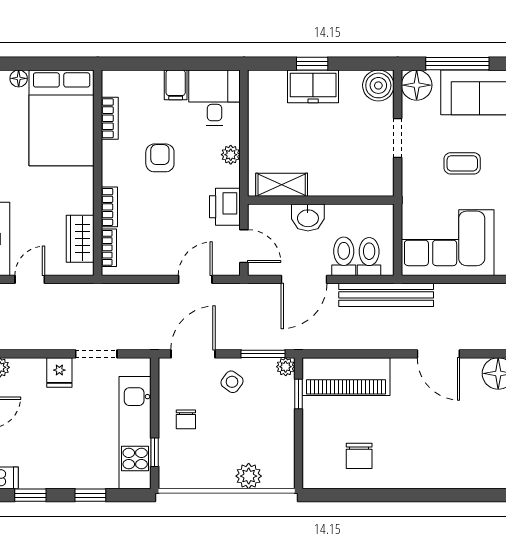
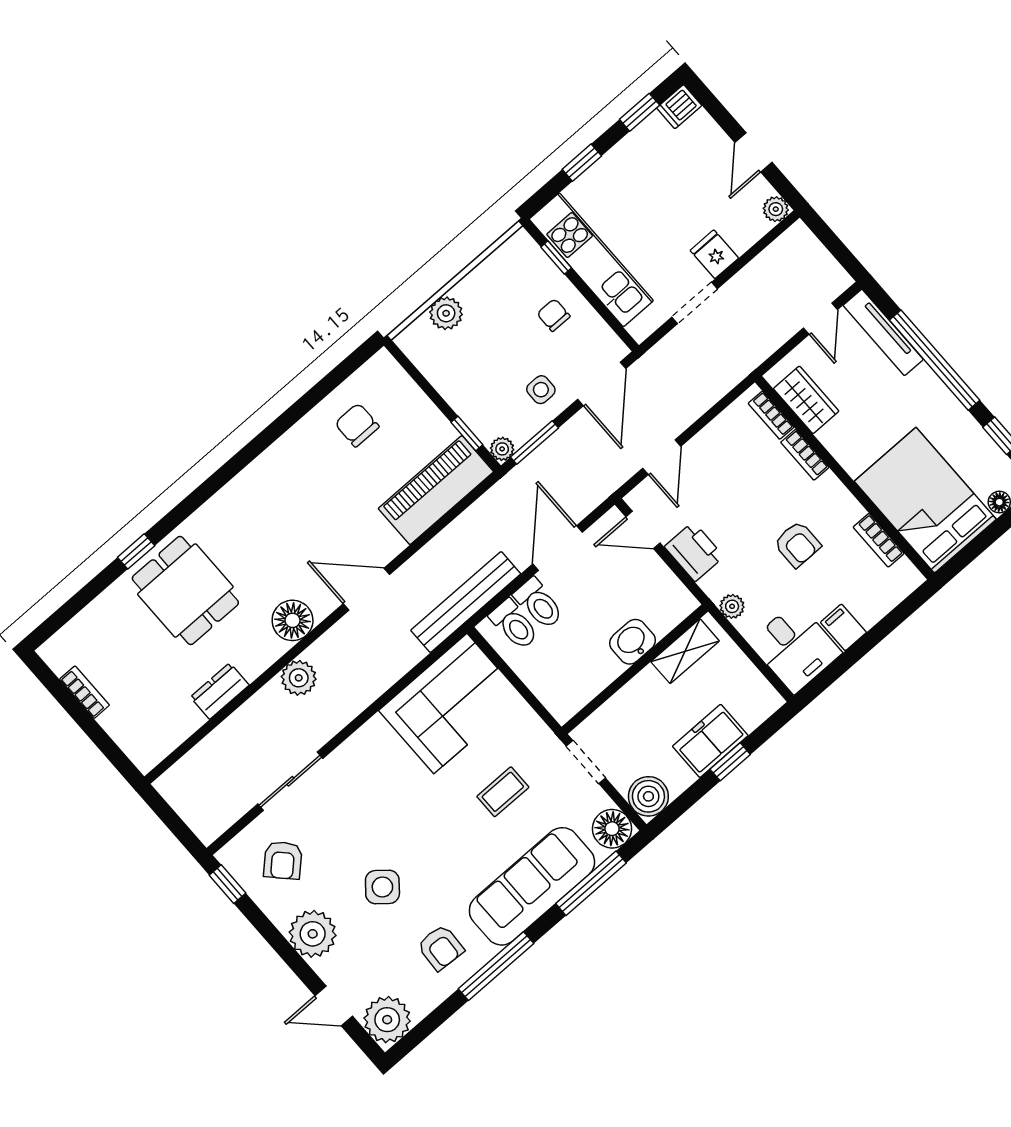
shelving: (282, 185) -> (685, 651), moved
wall: (321, 200) -> (635, 669), moved
washbasin: (308, 217) -> (633, 642), moved
side table: (232, 382) -> (541, 390), turned -36

